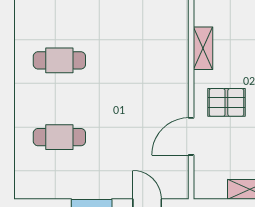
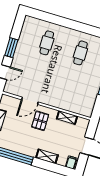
door: (191, 136) -> (30, 101), swing flipped

